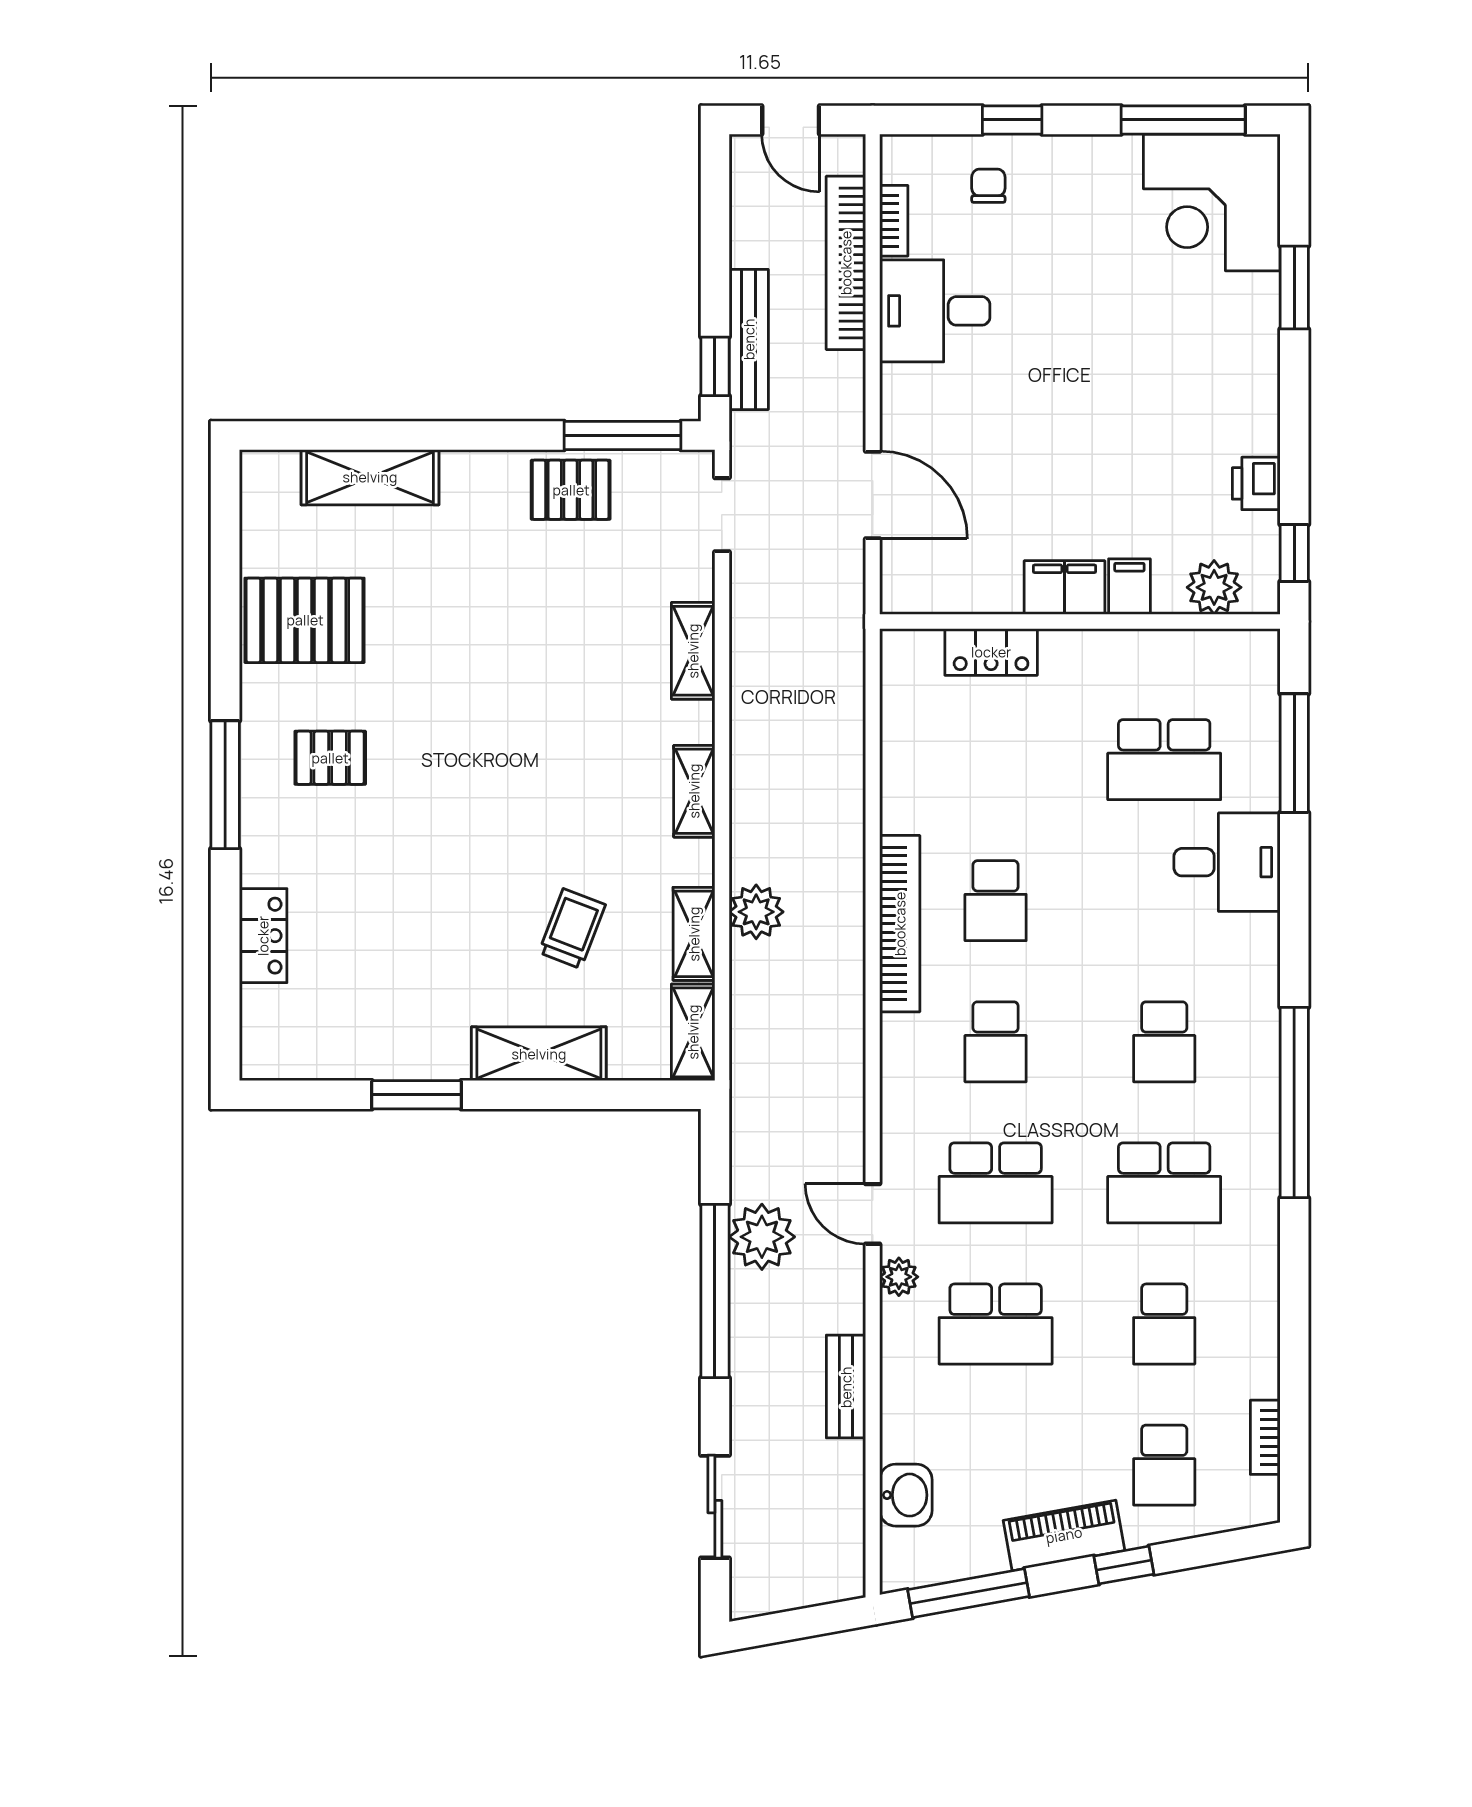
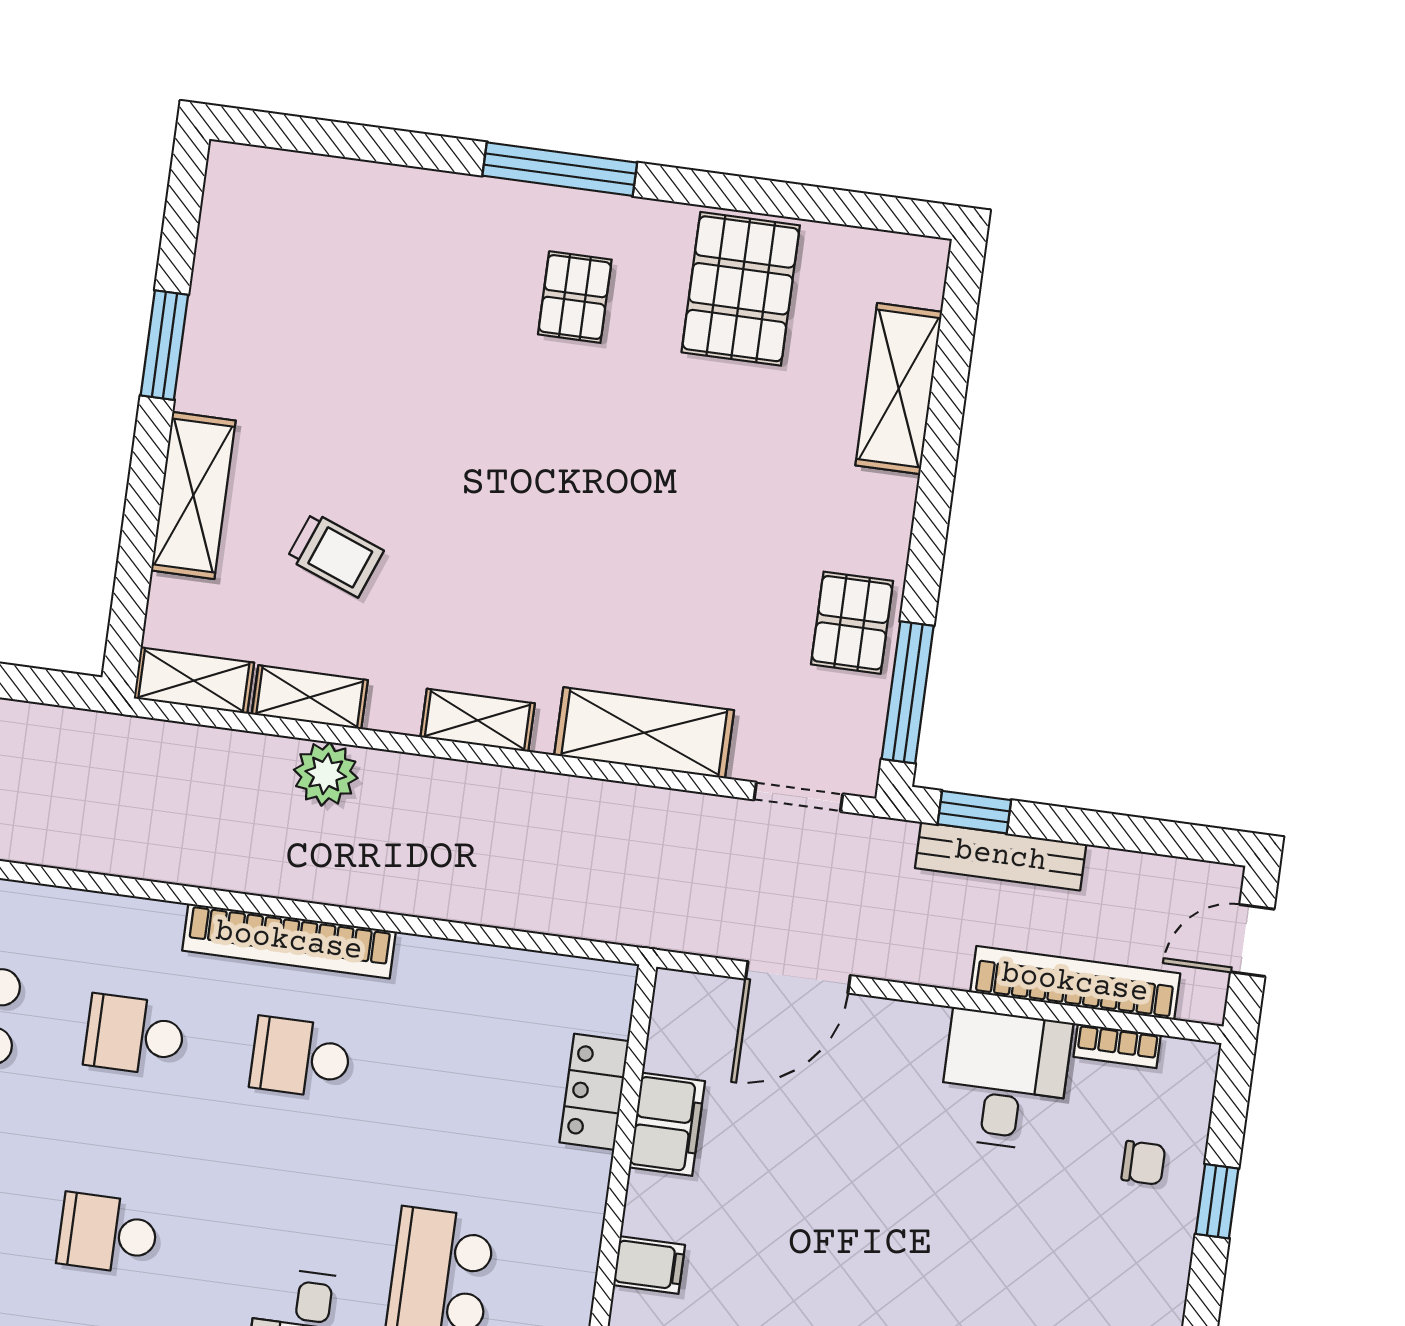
filing cabinet: (1065, 588) -> (667, 1124), moved
shelving: (693, 651) -> (644, 733), width x1.50, depth x1.33
locker: (263, 936) -> (376, 190), removed

